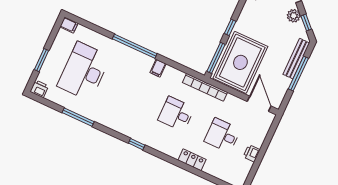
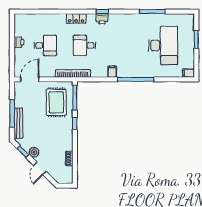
rug: (240, 62) -> (56, 102), width x0.73, depth x0.69
printer: (39, 89) -> (102, 19), moved
door: (259, 104) -> (30, 79), swing flipped
desk: (176, 114) -> (85, 45), turned 180
locker: (192, 160) -> (76, 18), moved

